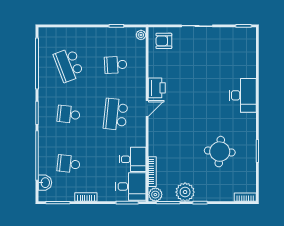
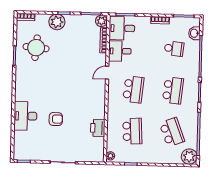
plant: (48, 36) -> (189, 157), added
armchair: (164, 41) -> (56, 119), moved
school desk: (116, 65) -> (132, 131), width x1.85
printer: (157, 88) -> (98, 128), moved
desk: (243, 95) -> (25, 116), moved
door: (147, 109) -> (107, 73), moved
school desk: (69, 114) -> (173, 90), width x1.85
round table: (220, 152) -> (36, 48), moved
plant: (185, 192) -> (57, 22), moved

